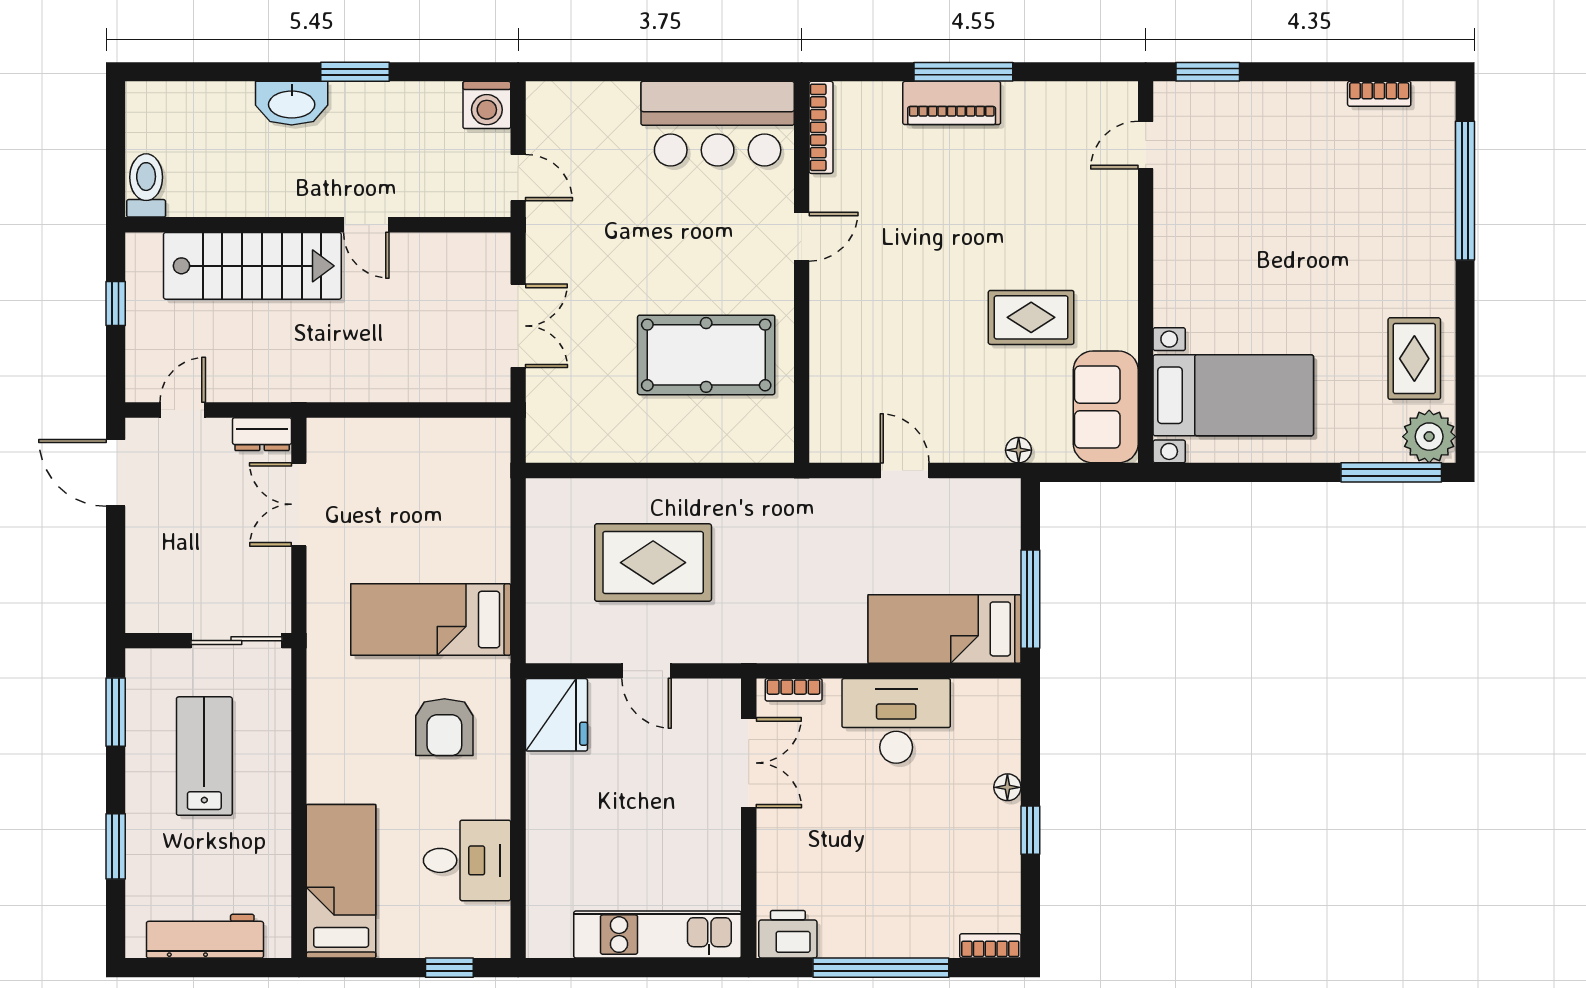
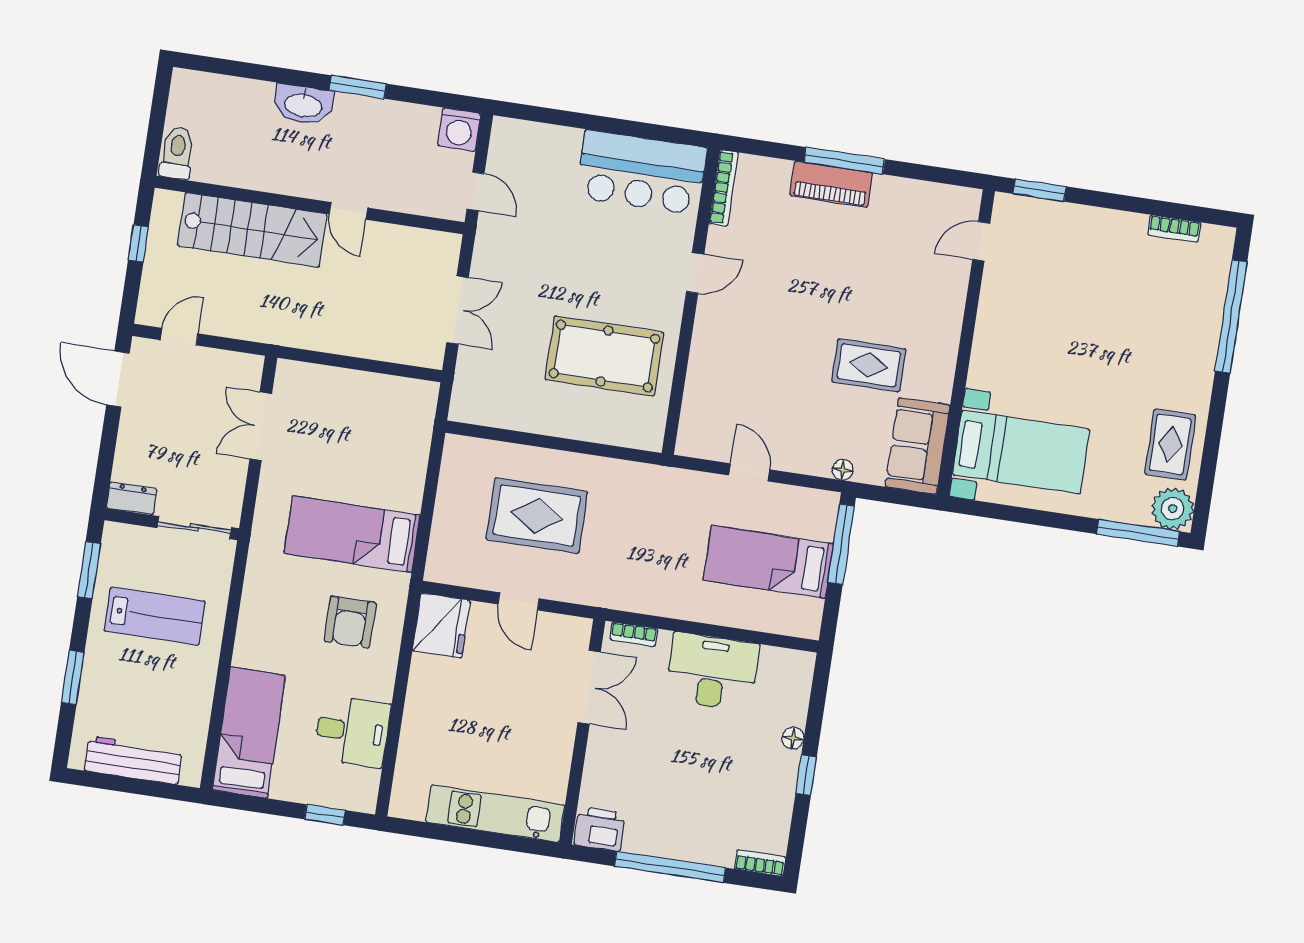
dresser: (262, 434) -> (132, 498), moved, turned 180
window: (1030, 599) -> (841, 544), moved
bed: (945, 629) -> (768, 562), moved
lab bench: (204, 756) -> (155, 616), turned 90

